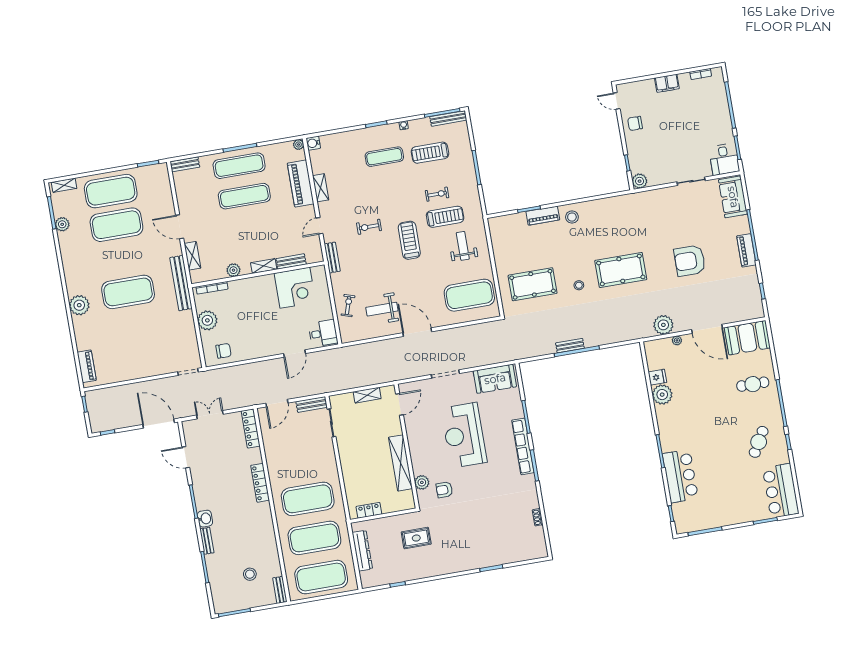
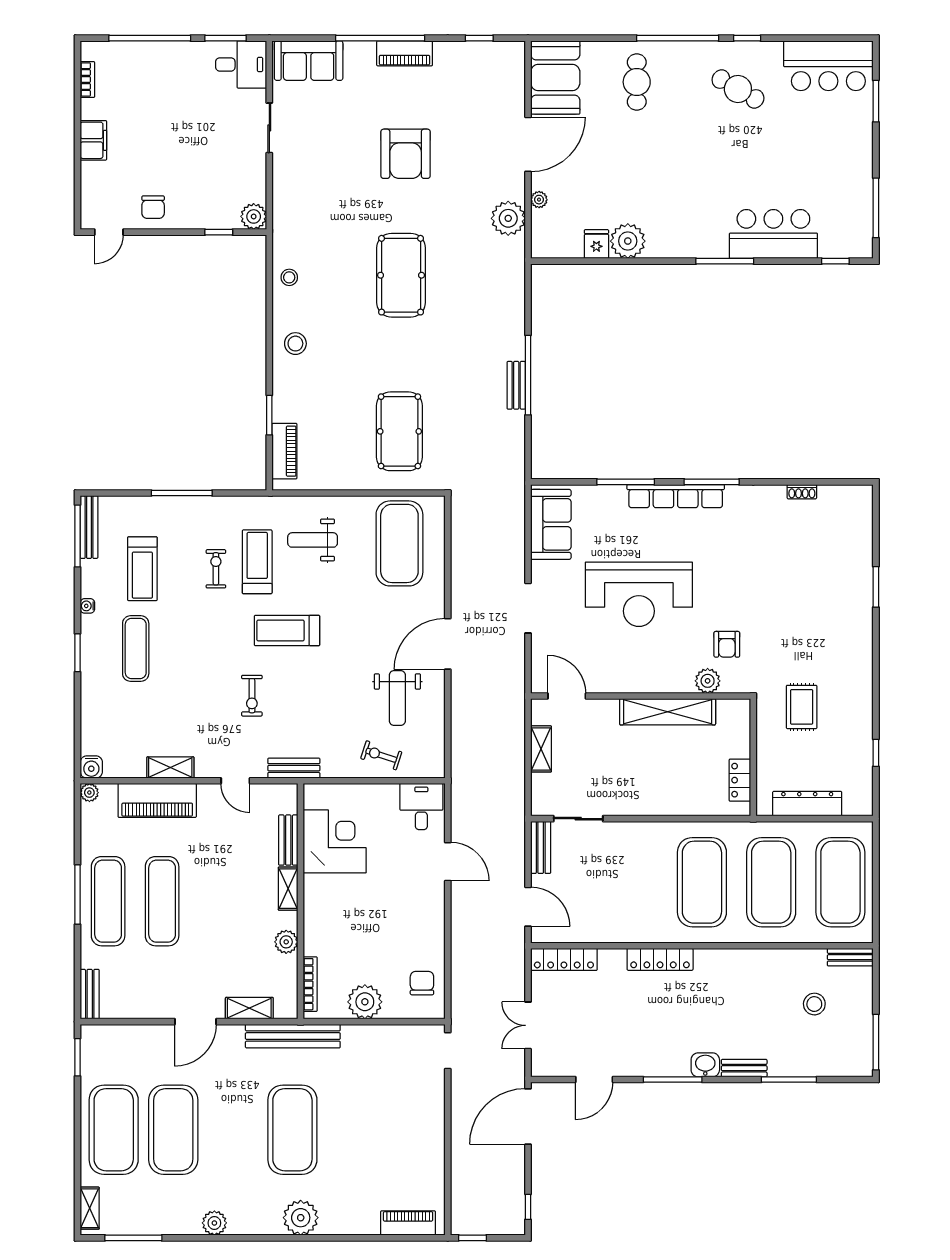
piano: (543, 216) -> (284, 451), moved
plant: (62, 224) -> (214, 1223), moved
stool: (579, 285) -> (289, 277), moved

